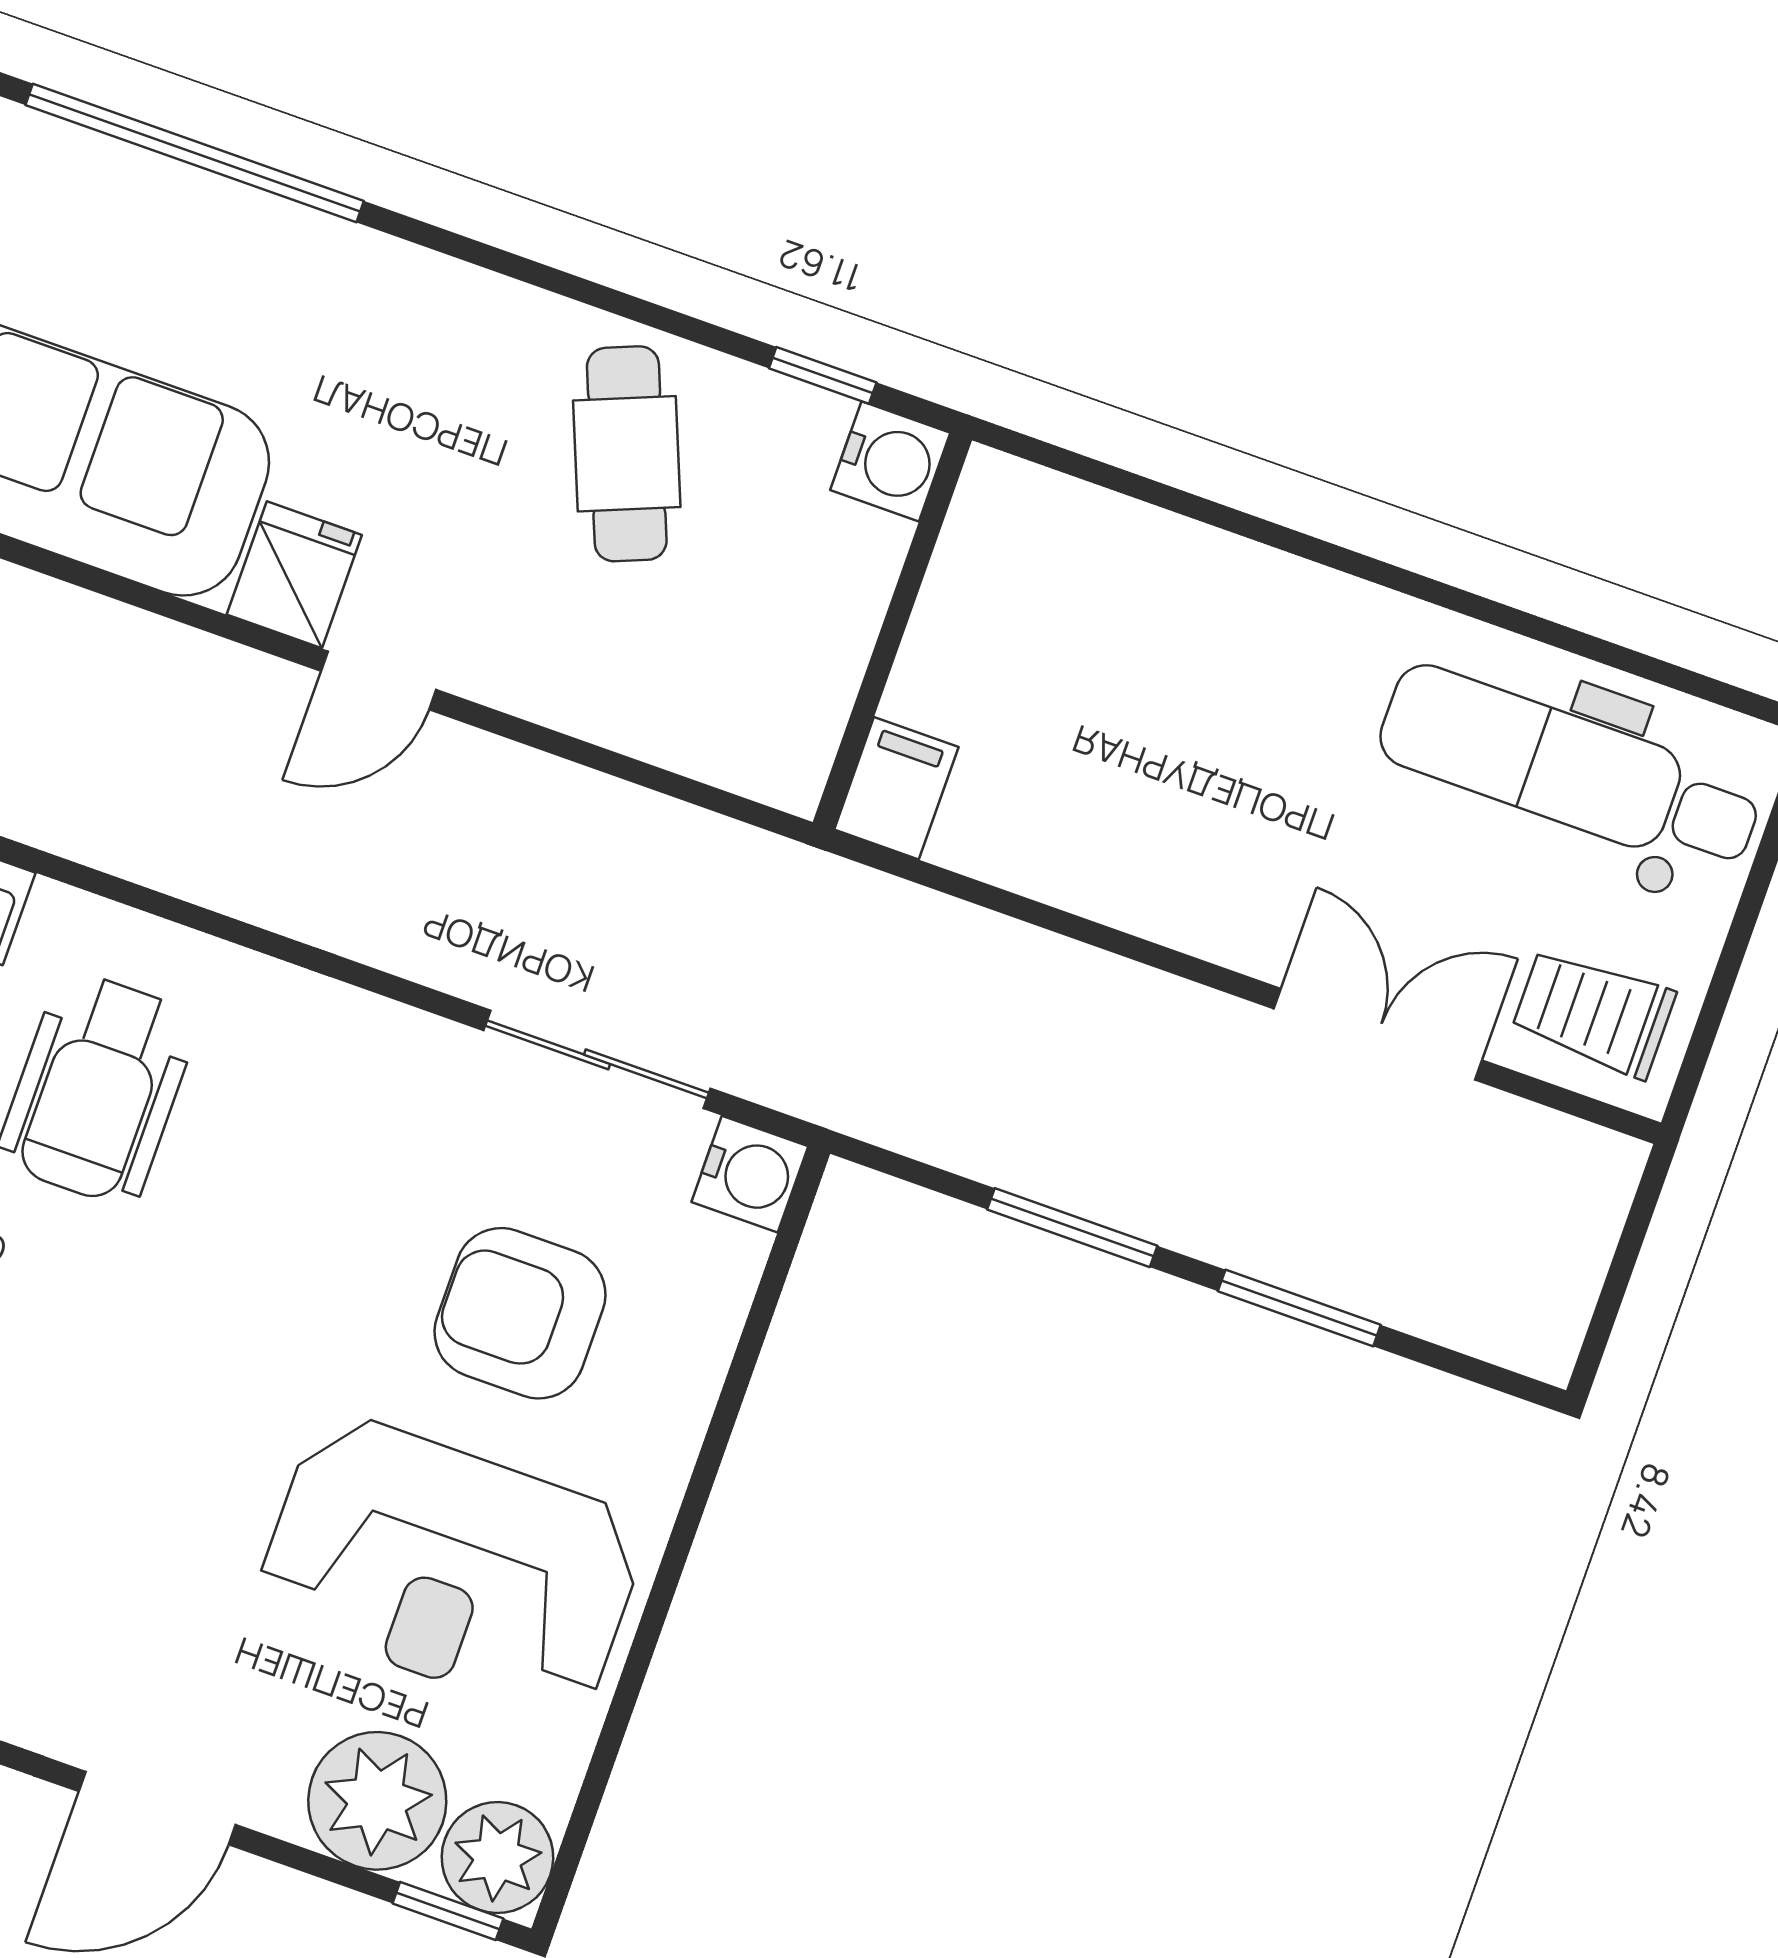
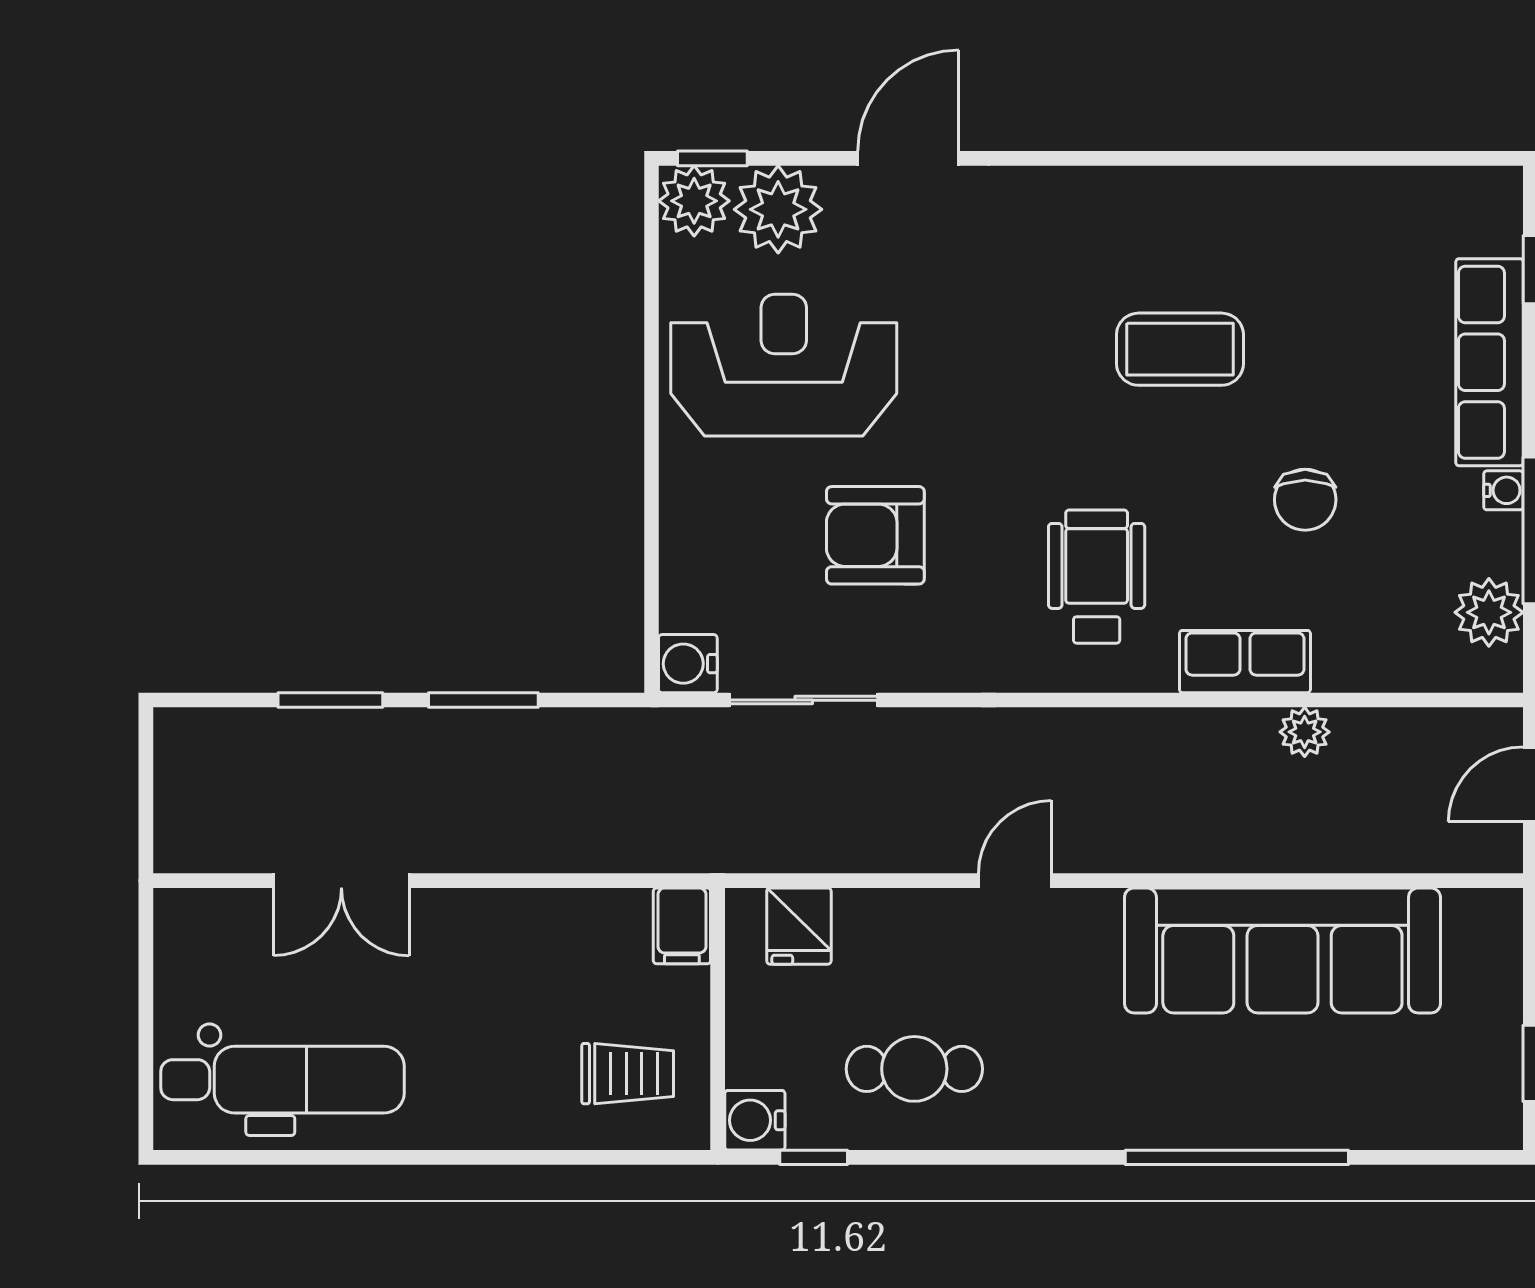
cafe table: (627, 454) -> (914, 1069), turned -68
fridge: (294, 575) -> (799, 926), moved
trolley: (1593, 1013) -> (628, 1074), moved
armchair: (520, 1313) -> (875, 535), moved, turned 180

